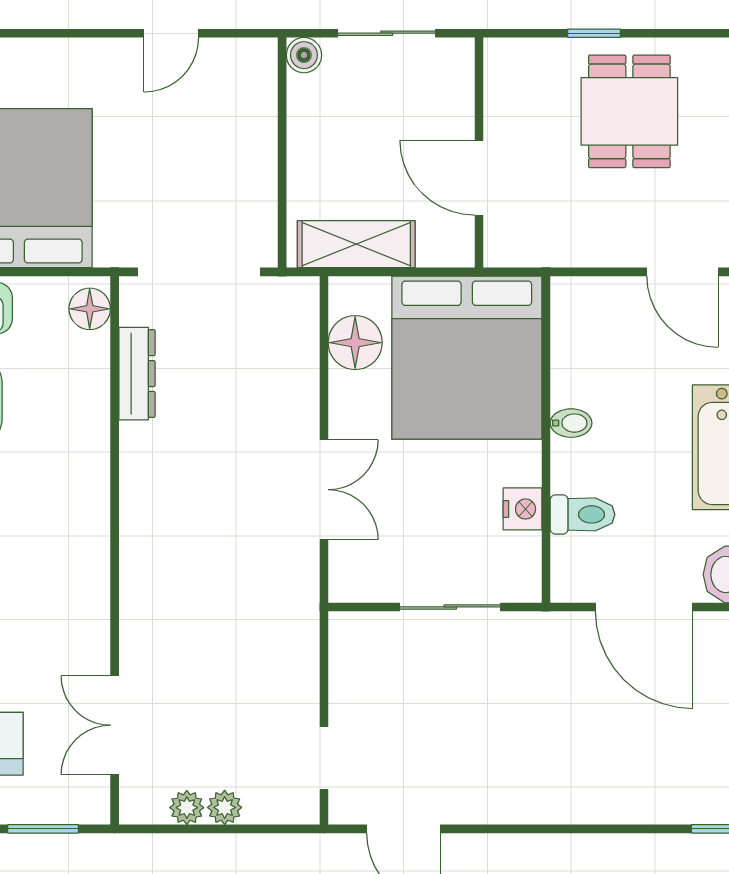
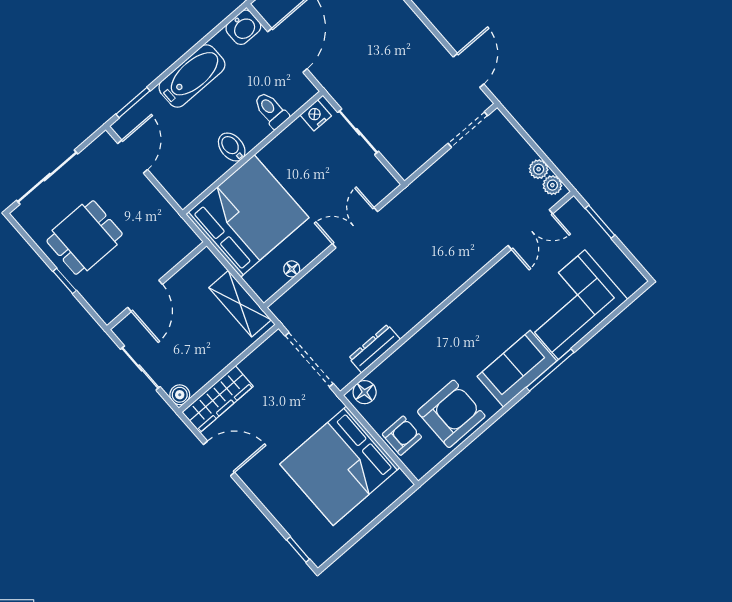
door: (171, 33) -> (219, 458), width x1.38
wardrobe: (253, 101) -> (218, 399), added
door: (479, 178) -> (145, 296), moved
floor lamp: (355, 343) -> (292, 269), width x0.53, depth x0.53
bidet: (571, 423) -> (232, 147), width x1.38, depth x1.36
nightstand: (522, 509) -> (316, 115), moved
doorway: (324, 758) -> (468, 130), width x1.38
plant: (225, 807) -> (552, 185), moved

